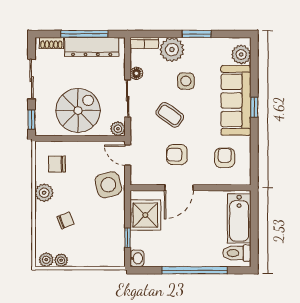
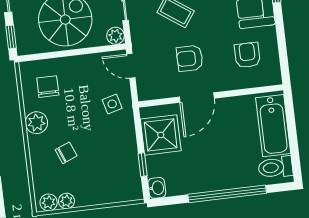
chair: (57, 164) -> (48, 87), turned 90
side table: (108, 185) -> (112, 104), width x0.54, depth x0.54

